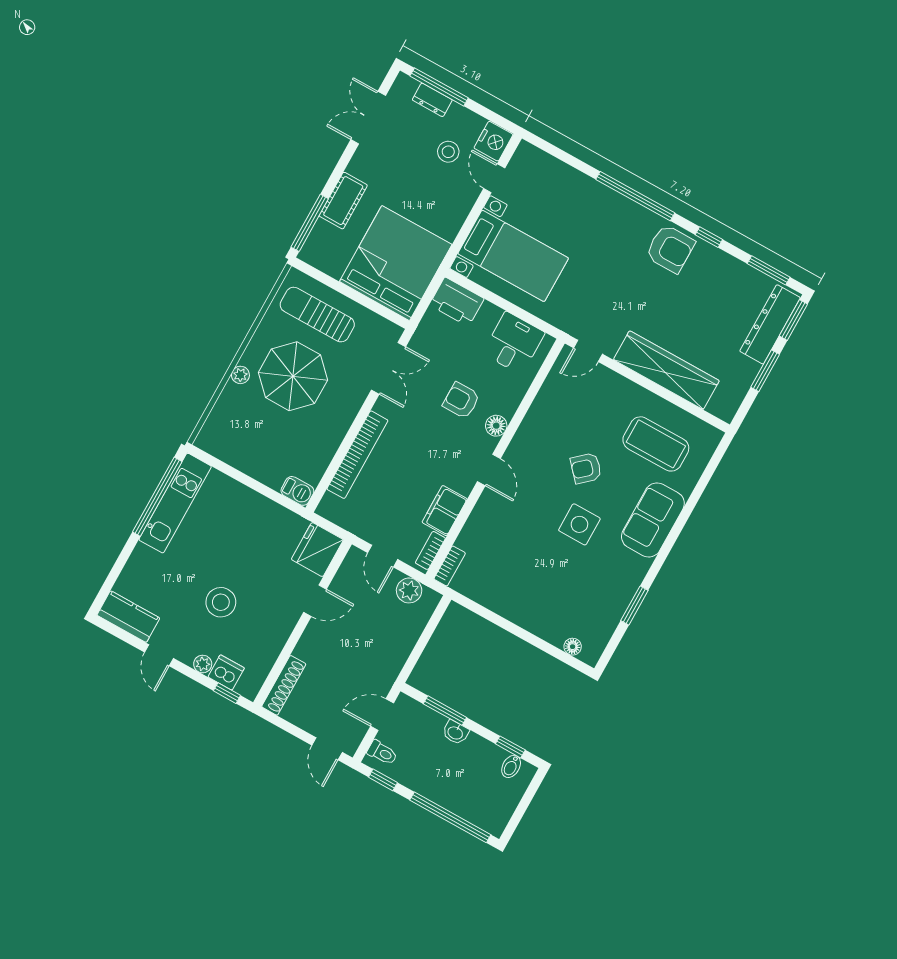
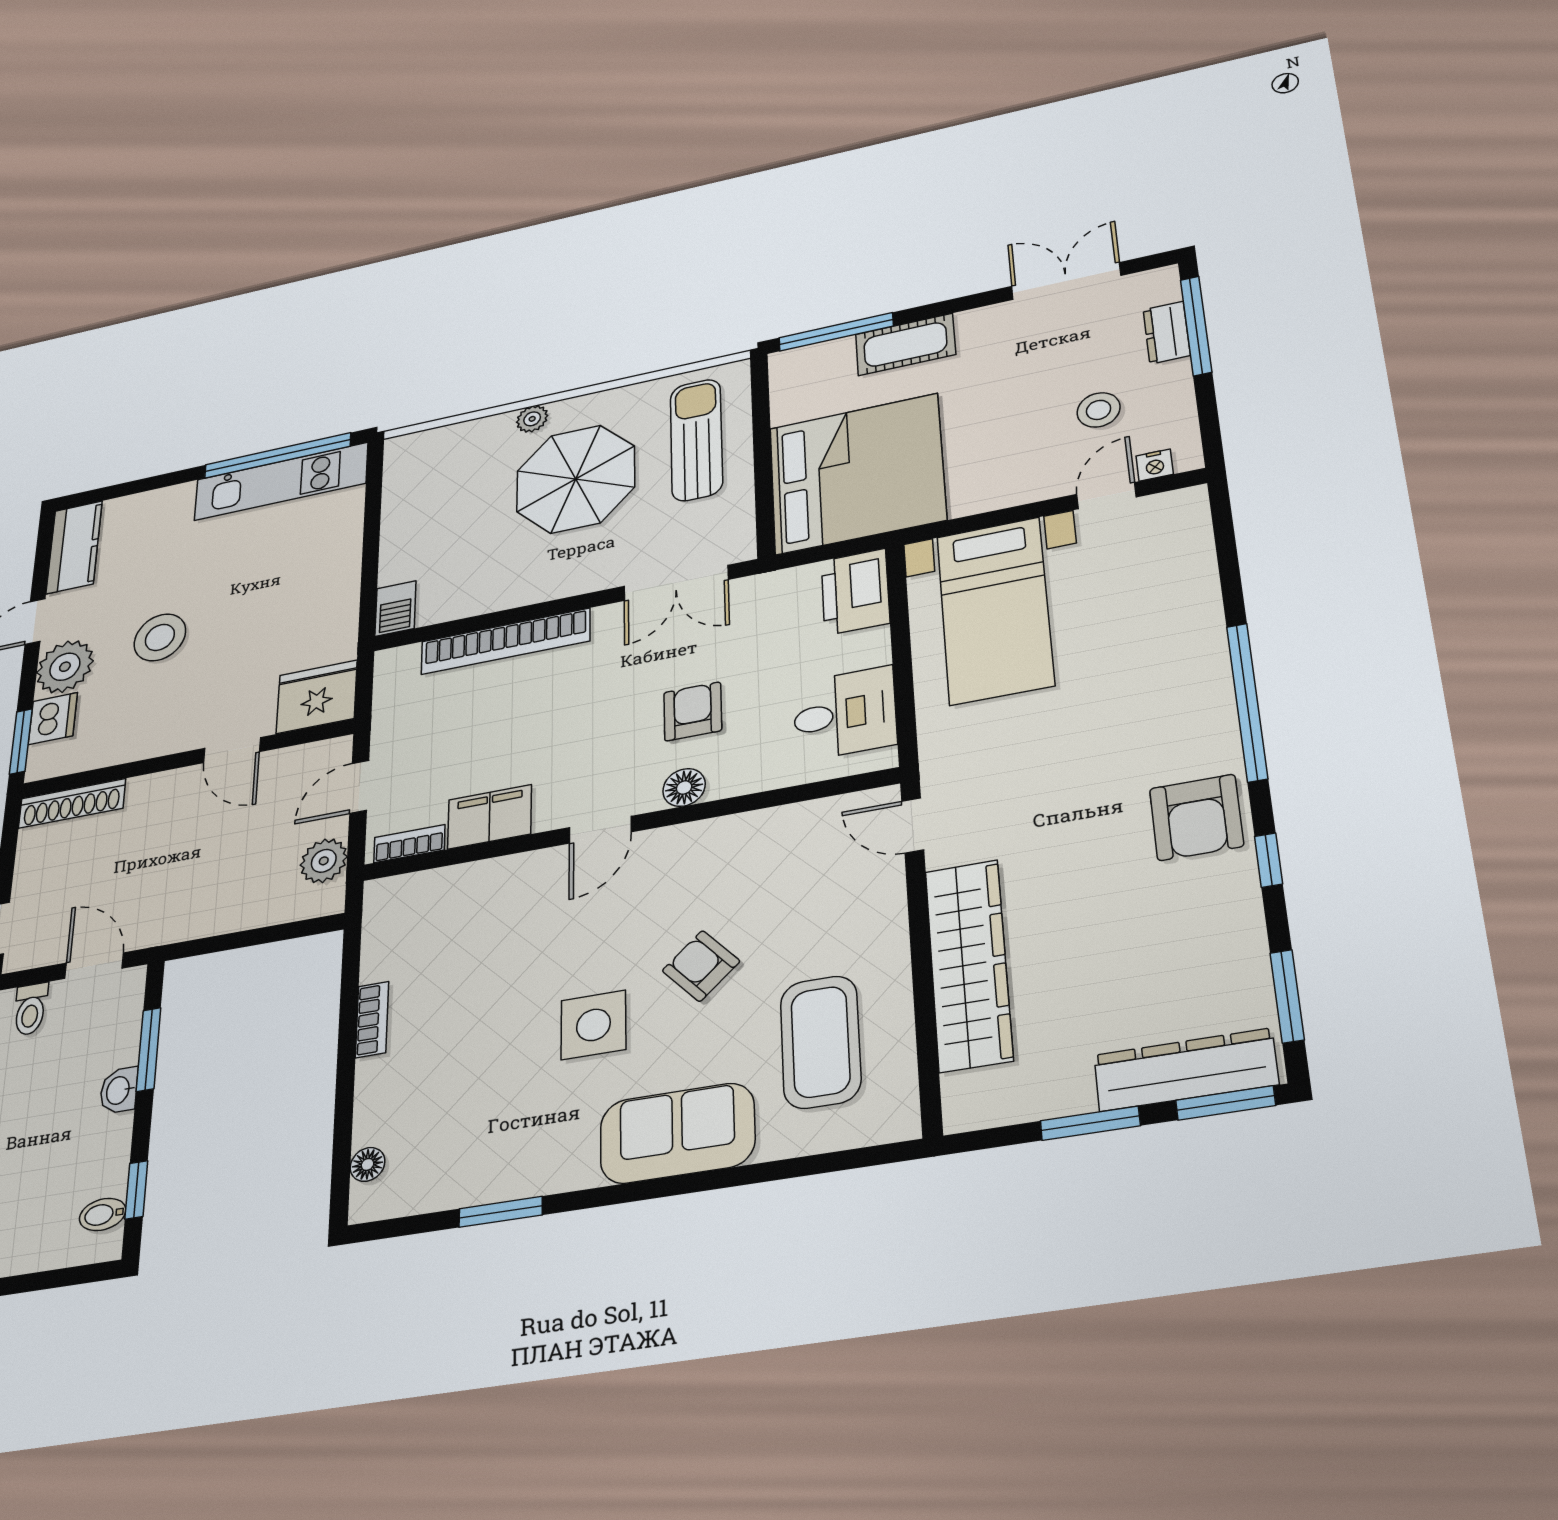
nightstand: (493, 141) -> (1155, 465), width x0.53, depth x0.56
bookcase: (450, 566) -> (372, 1019), moved, turned -90
plant: (203, 664) -> (65, 667), width x1.87, depth x1.87
window: (227, 693) -> (21, 741), width x1.50

